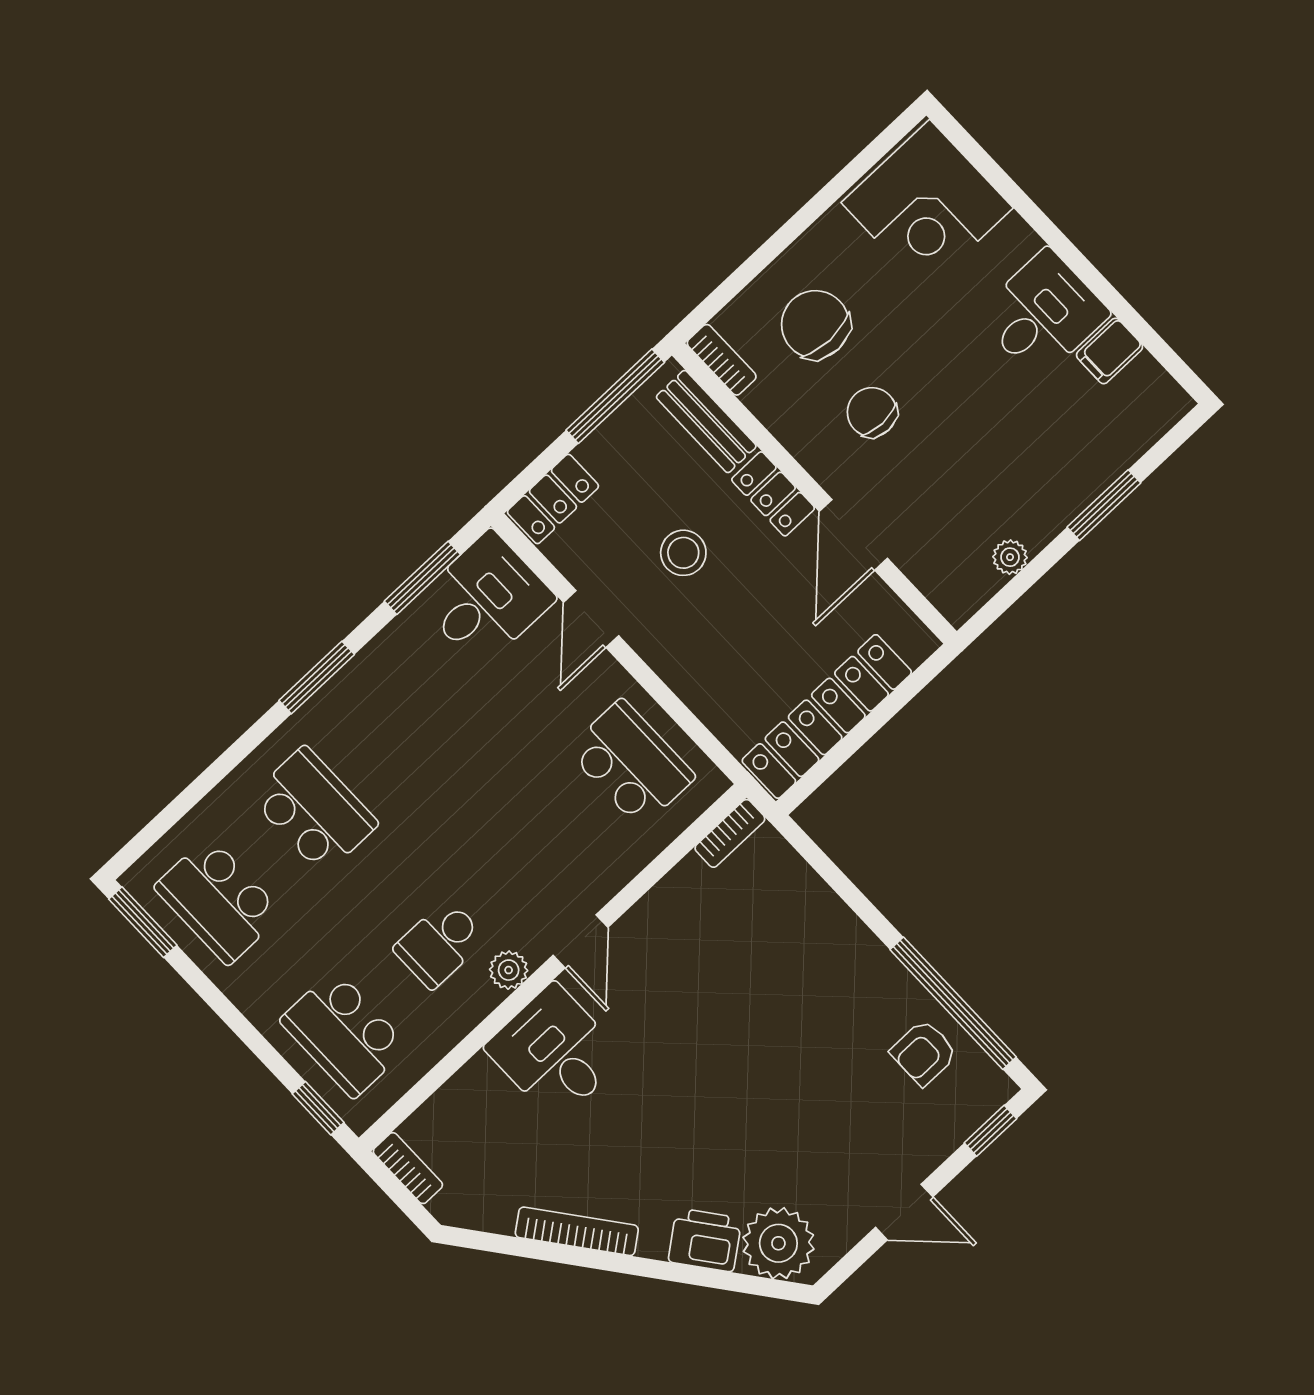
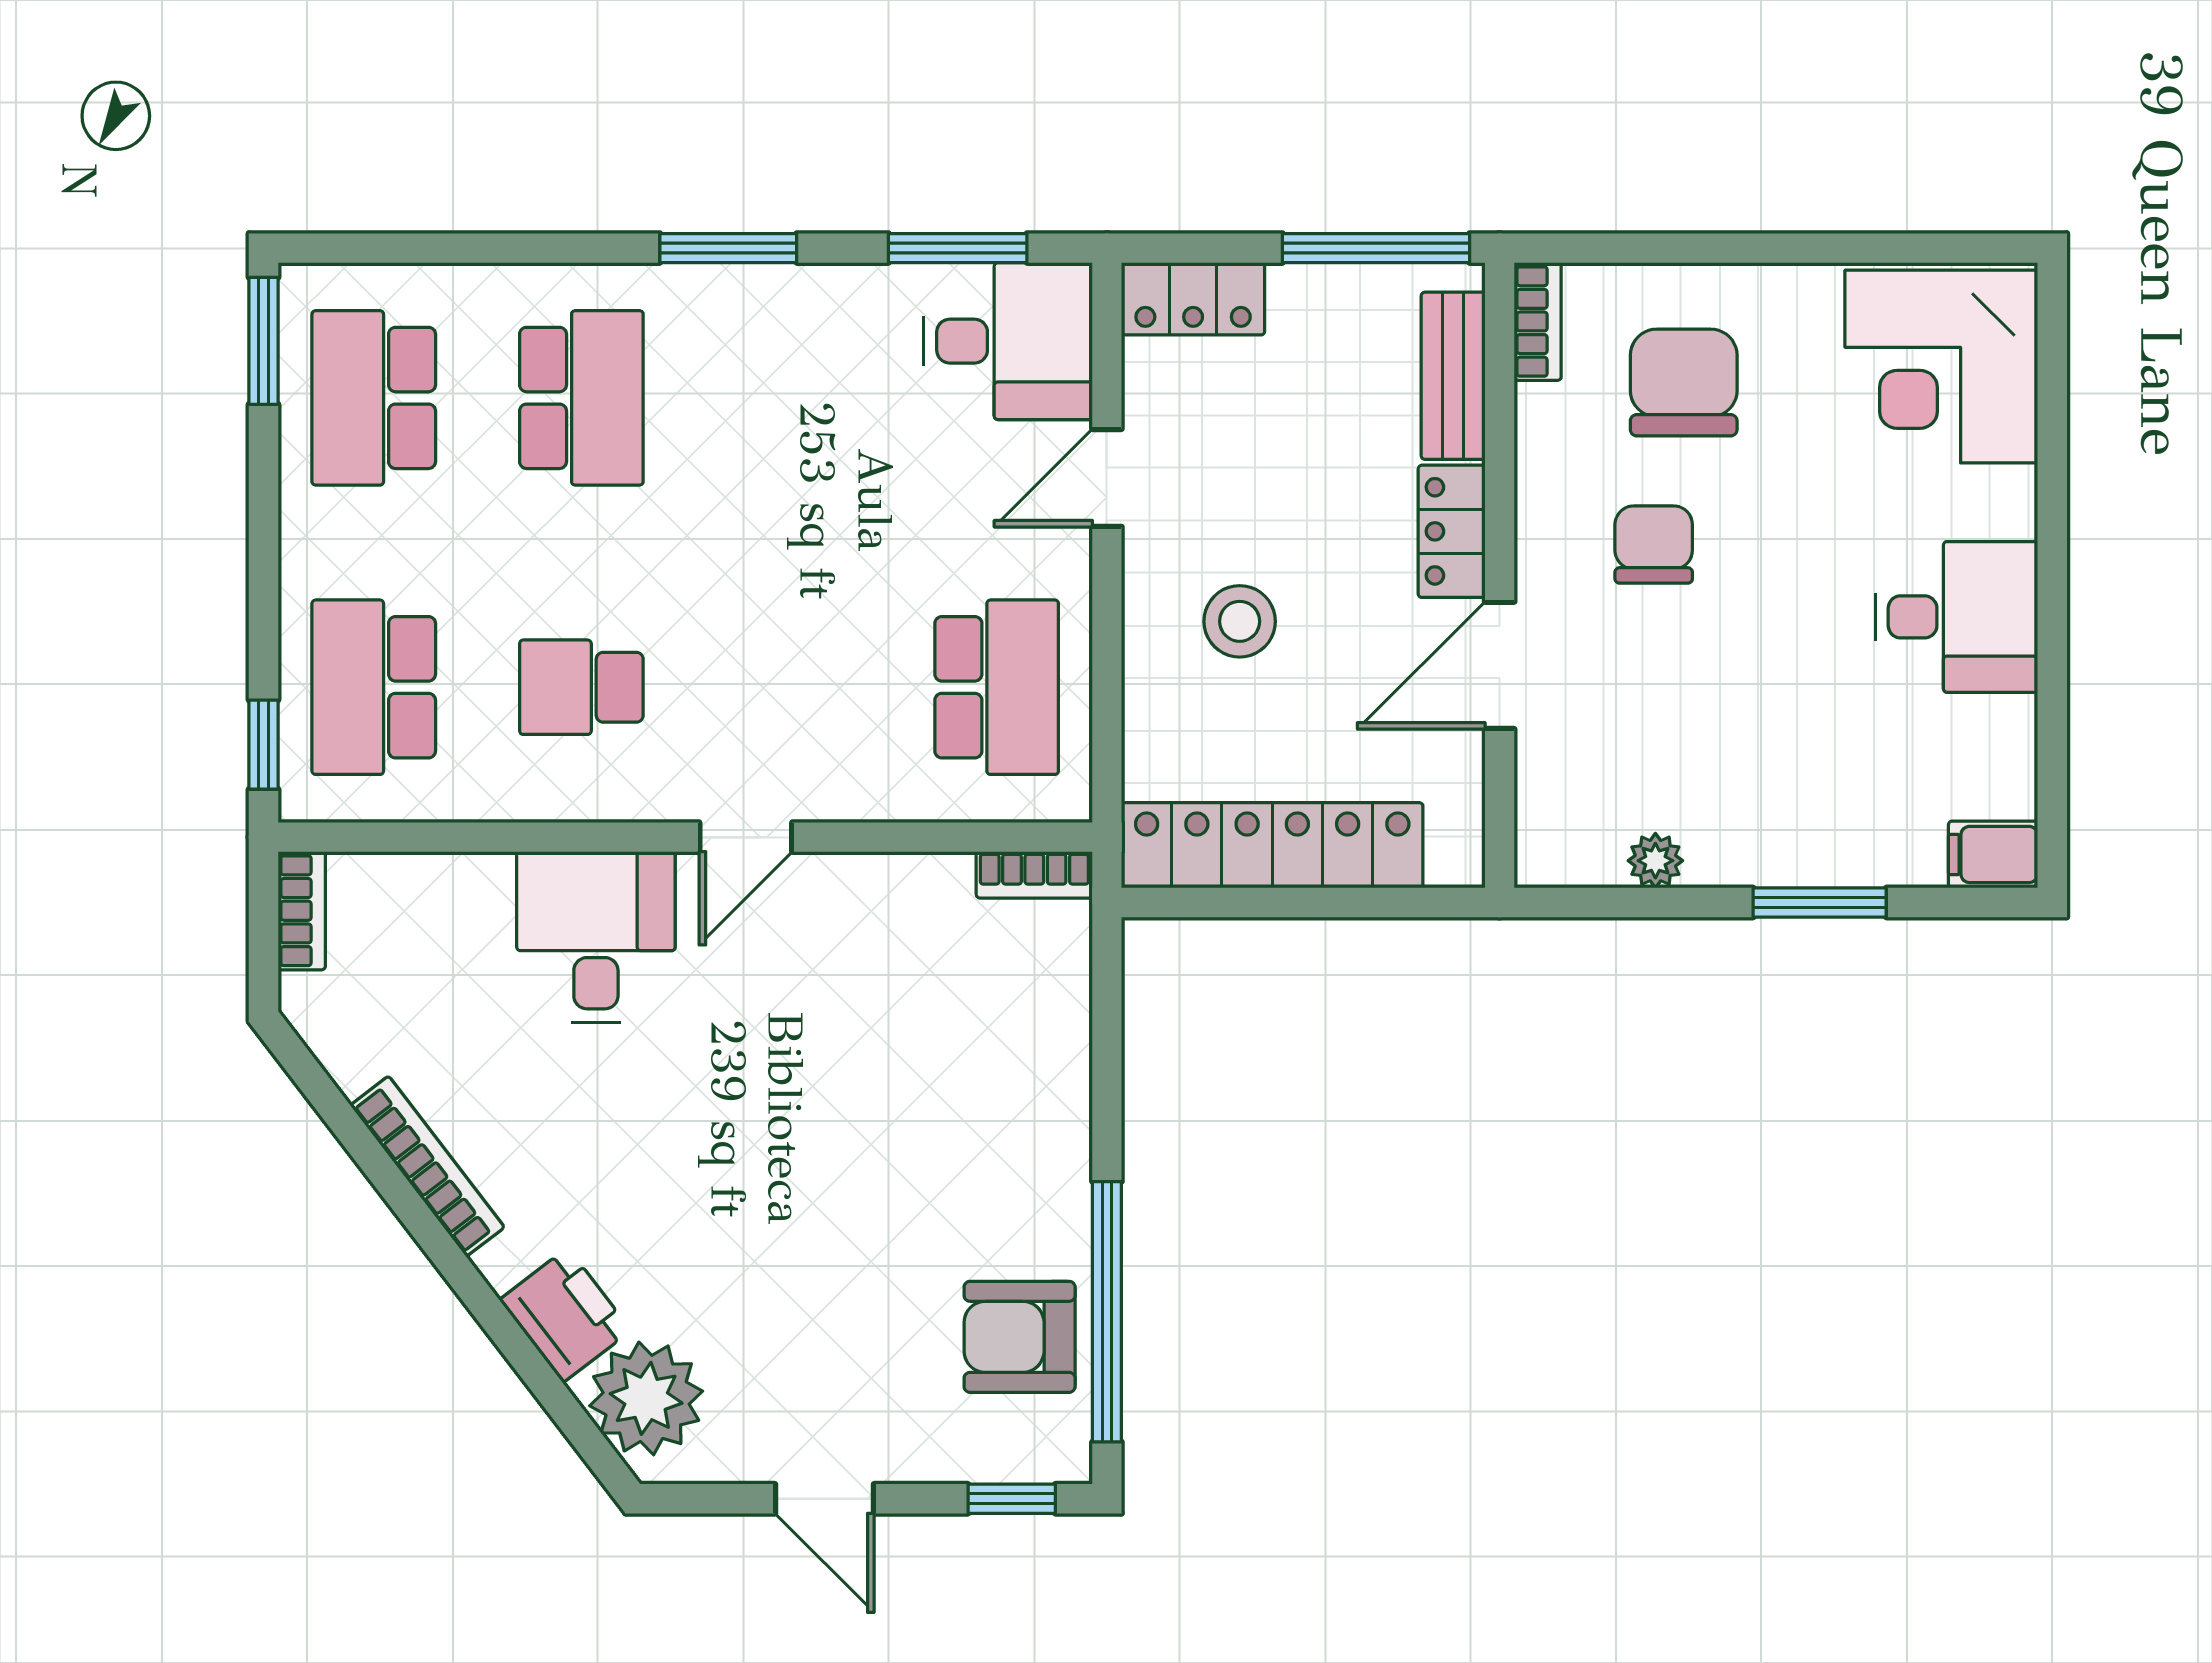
filing cabinet: (1110, 351) -> (1993, 854), moved
stool: (683, 553) -> (1240, 621), moved
plant: (509, 970) -> (632, 792), removed
armchair: (924, 1053) -> (1020, 1337), width x1.38, depth x1.38

